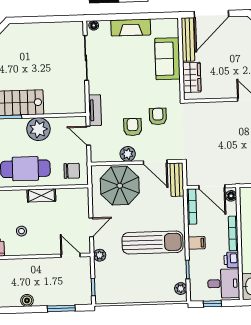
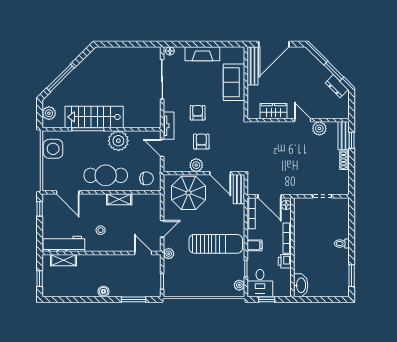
wardrobe: (192, 77) -> (274, 111), moved, turned -90
armchair: (158, 116) -> (198, 113), moved
desk: (224, 284) -> (260, 283), moved, turned 90

